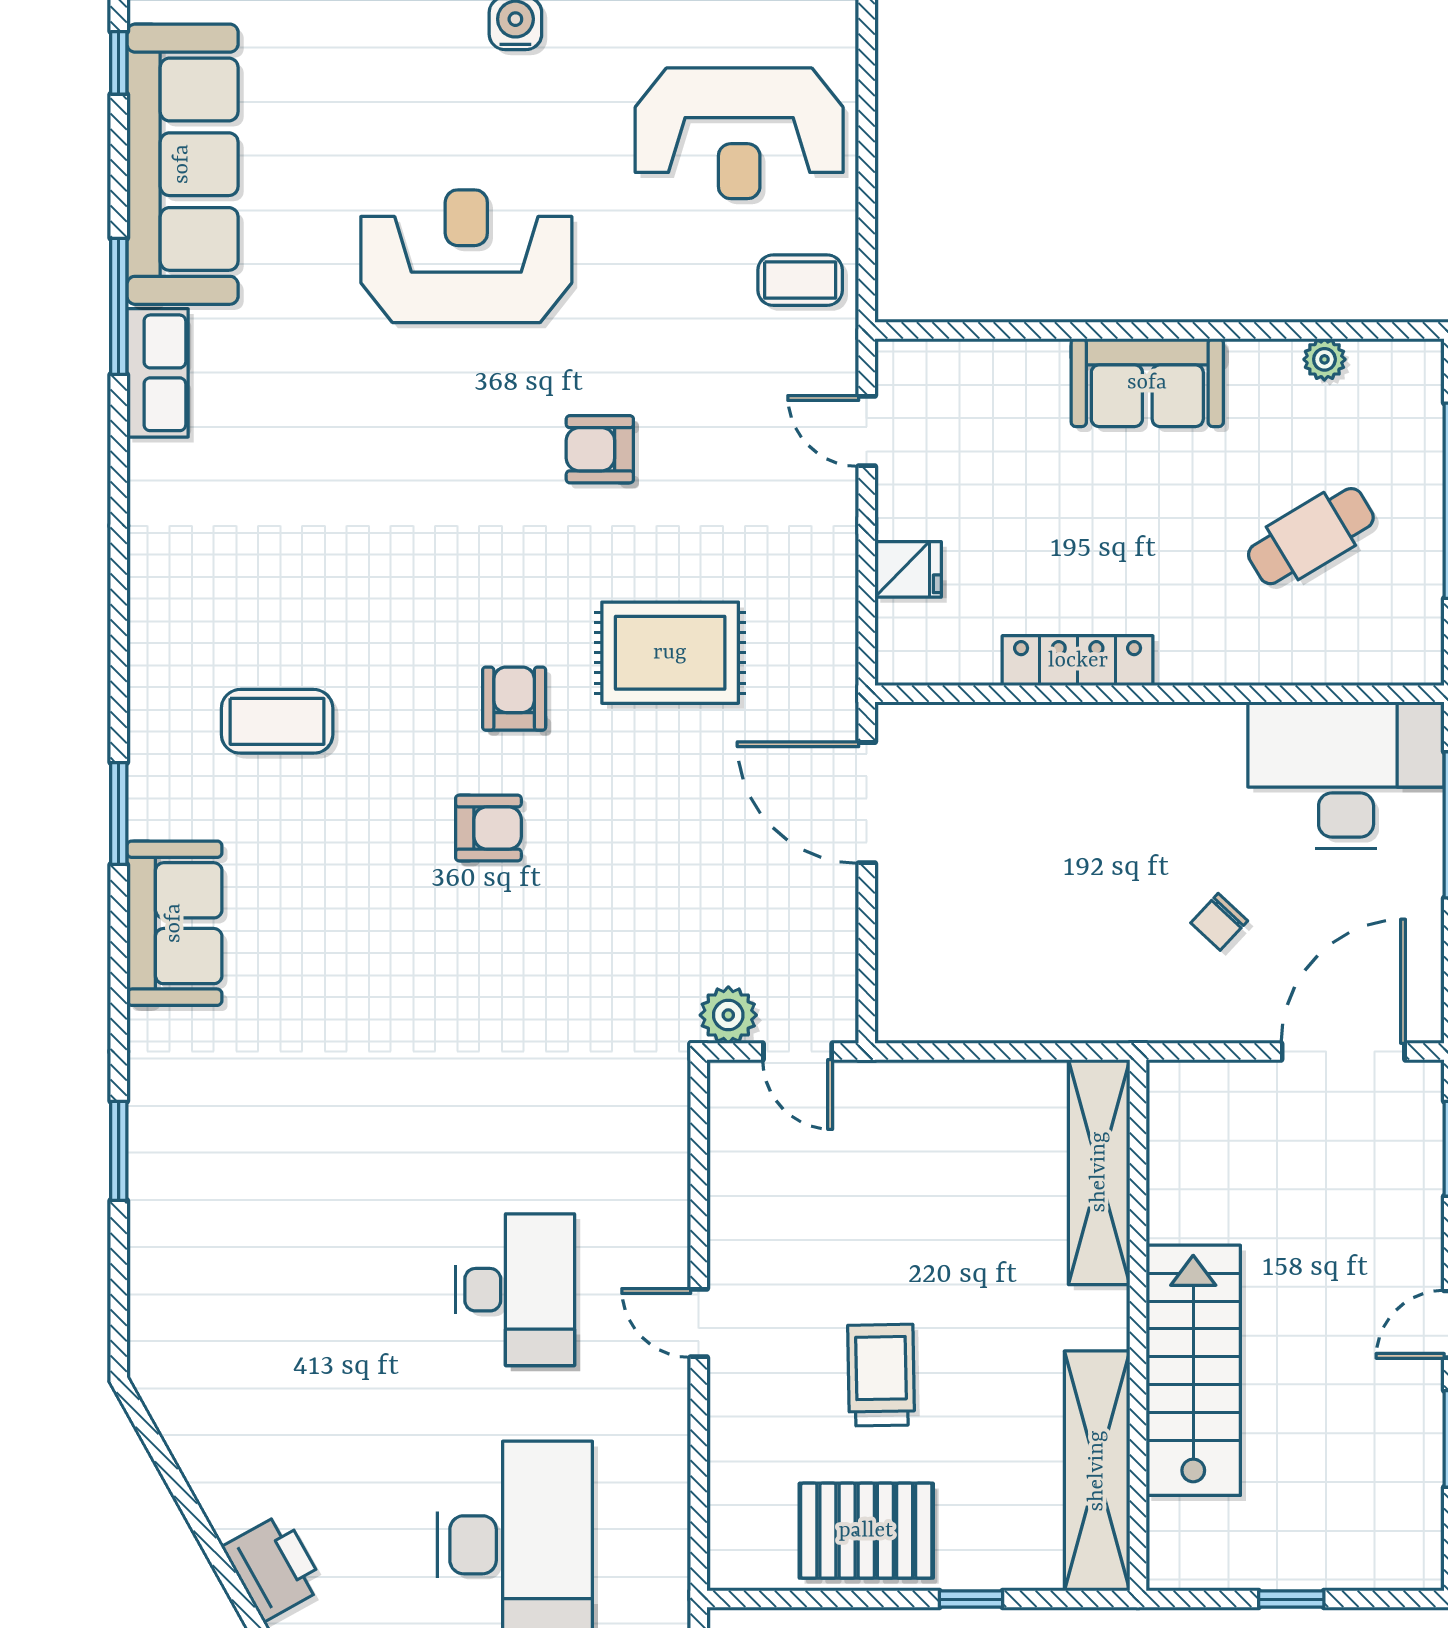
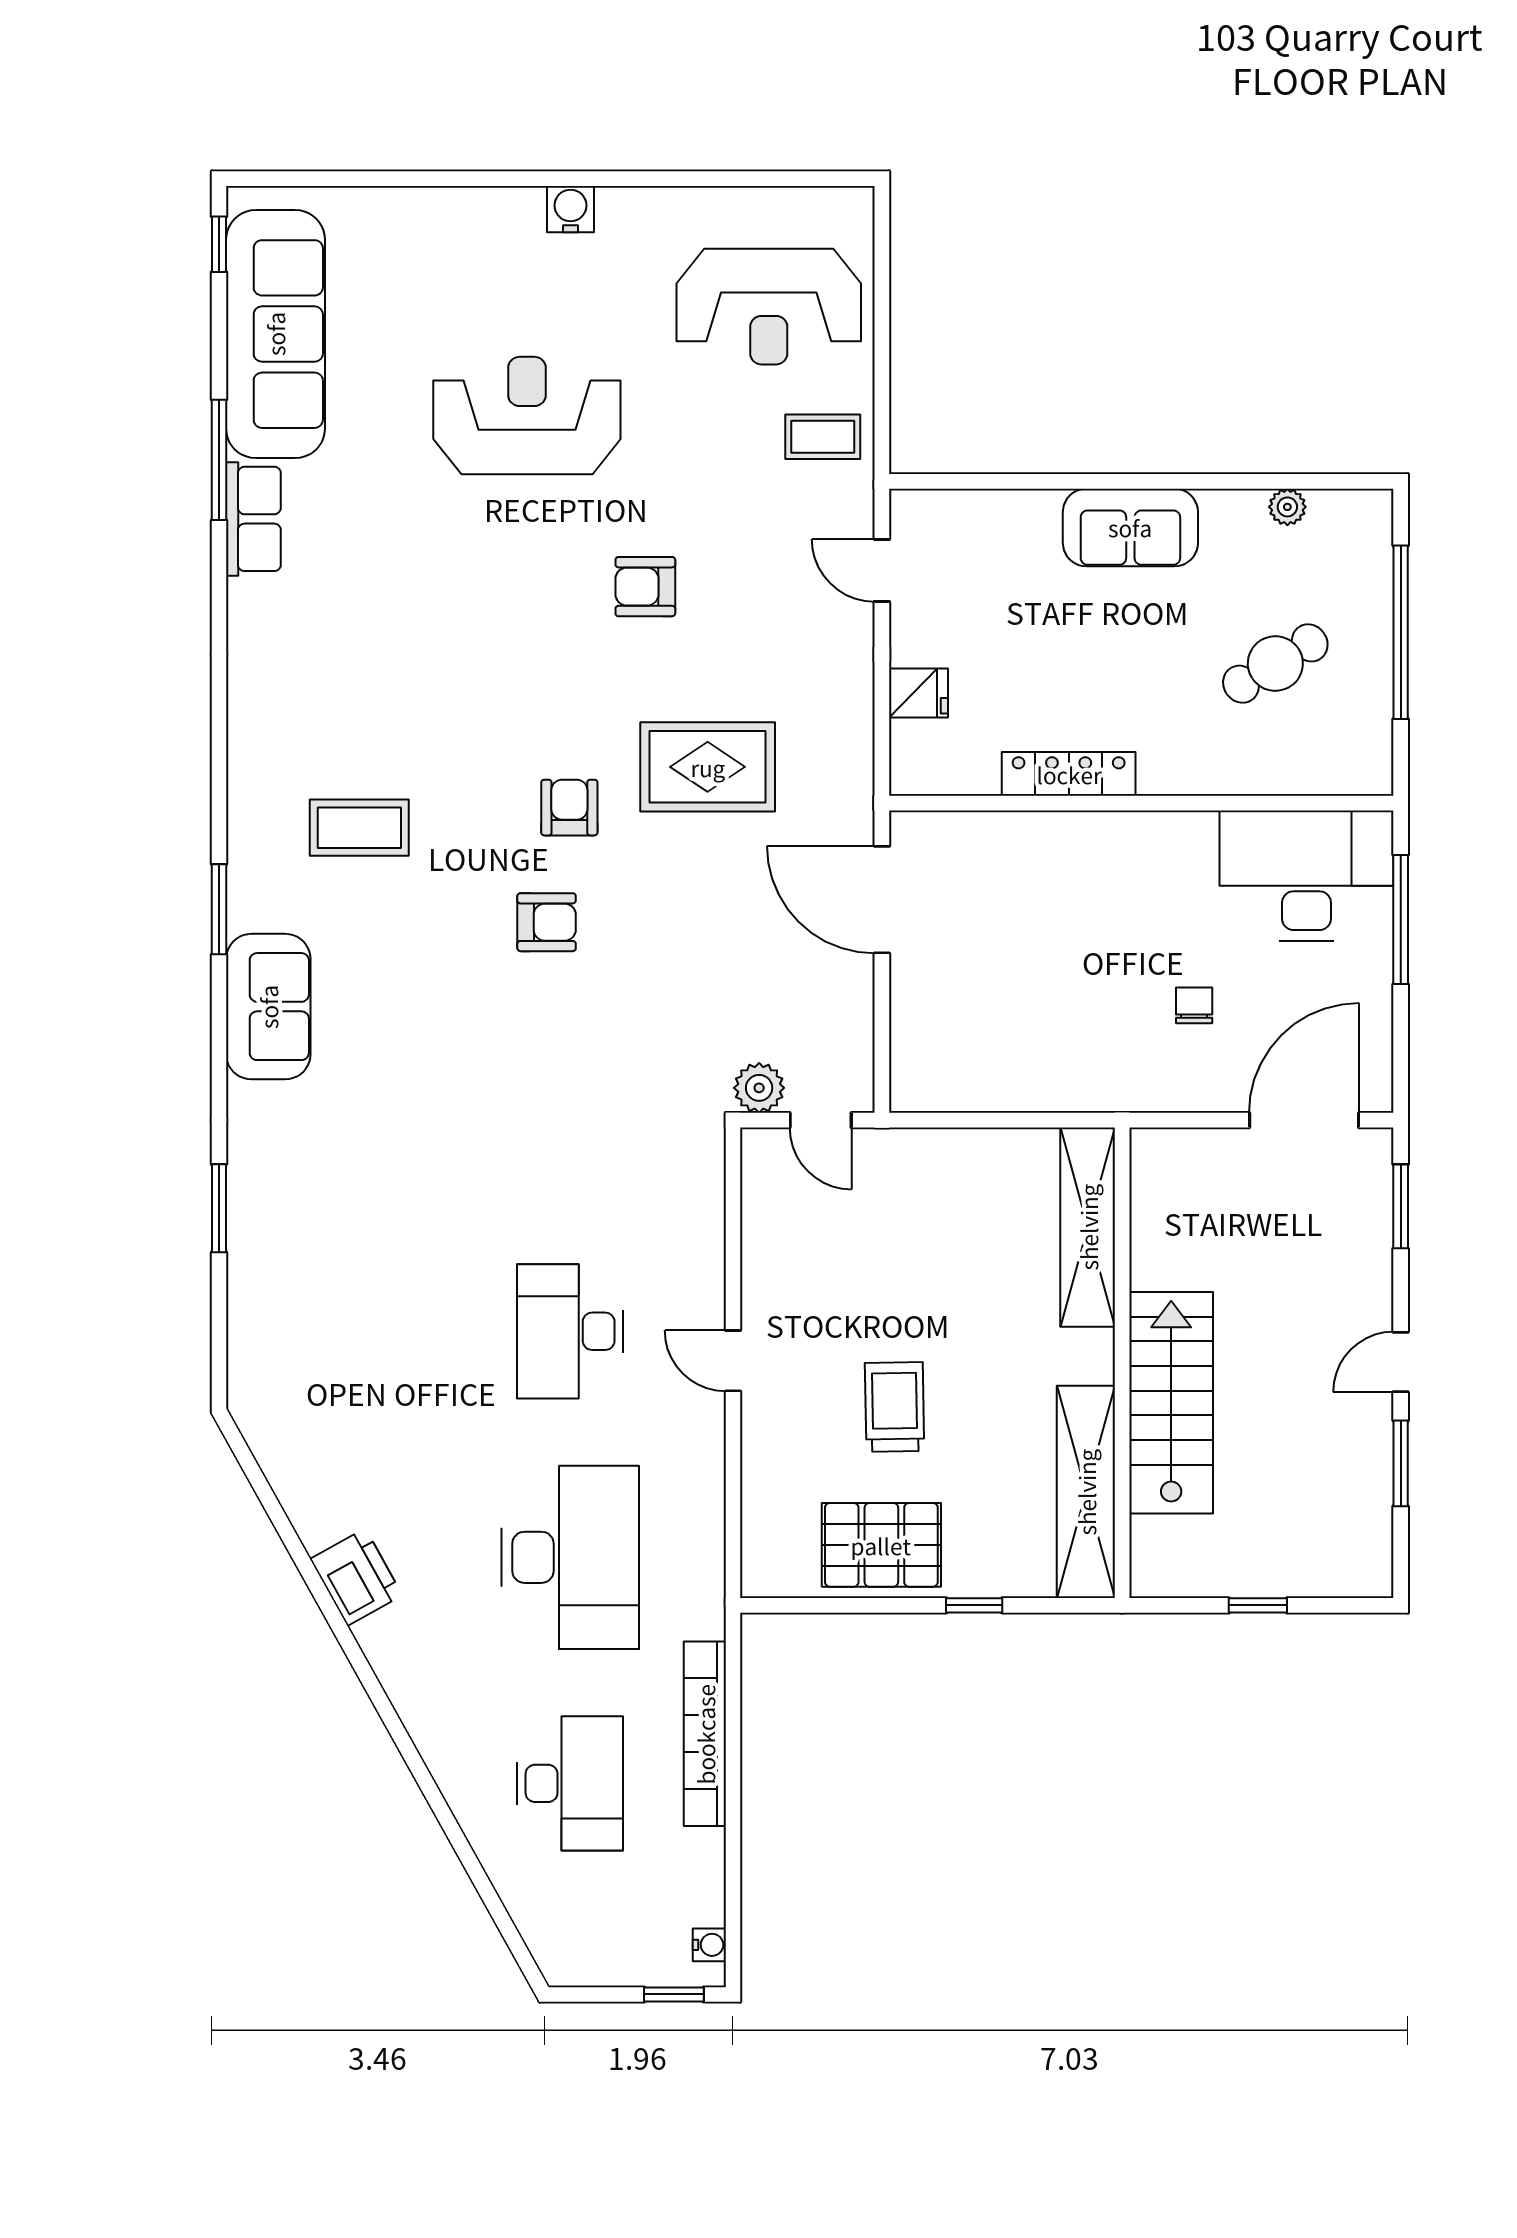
chair: (1219, 922) -> (1194, 1005), turned 137
desk: (515, 1290) -> (570, 1331), turned 180

